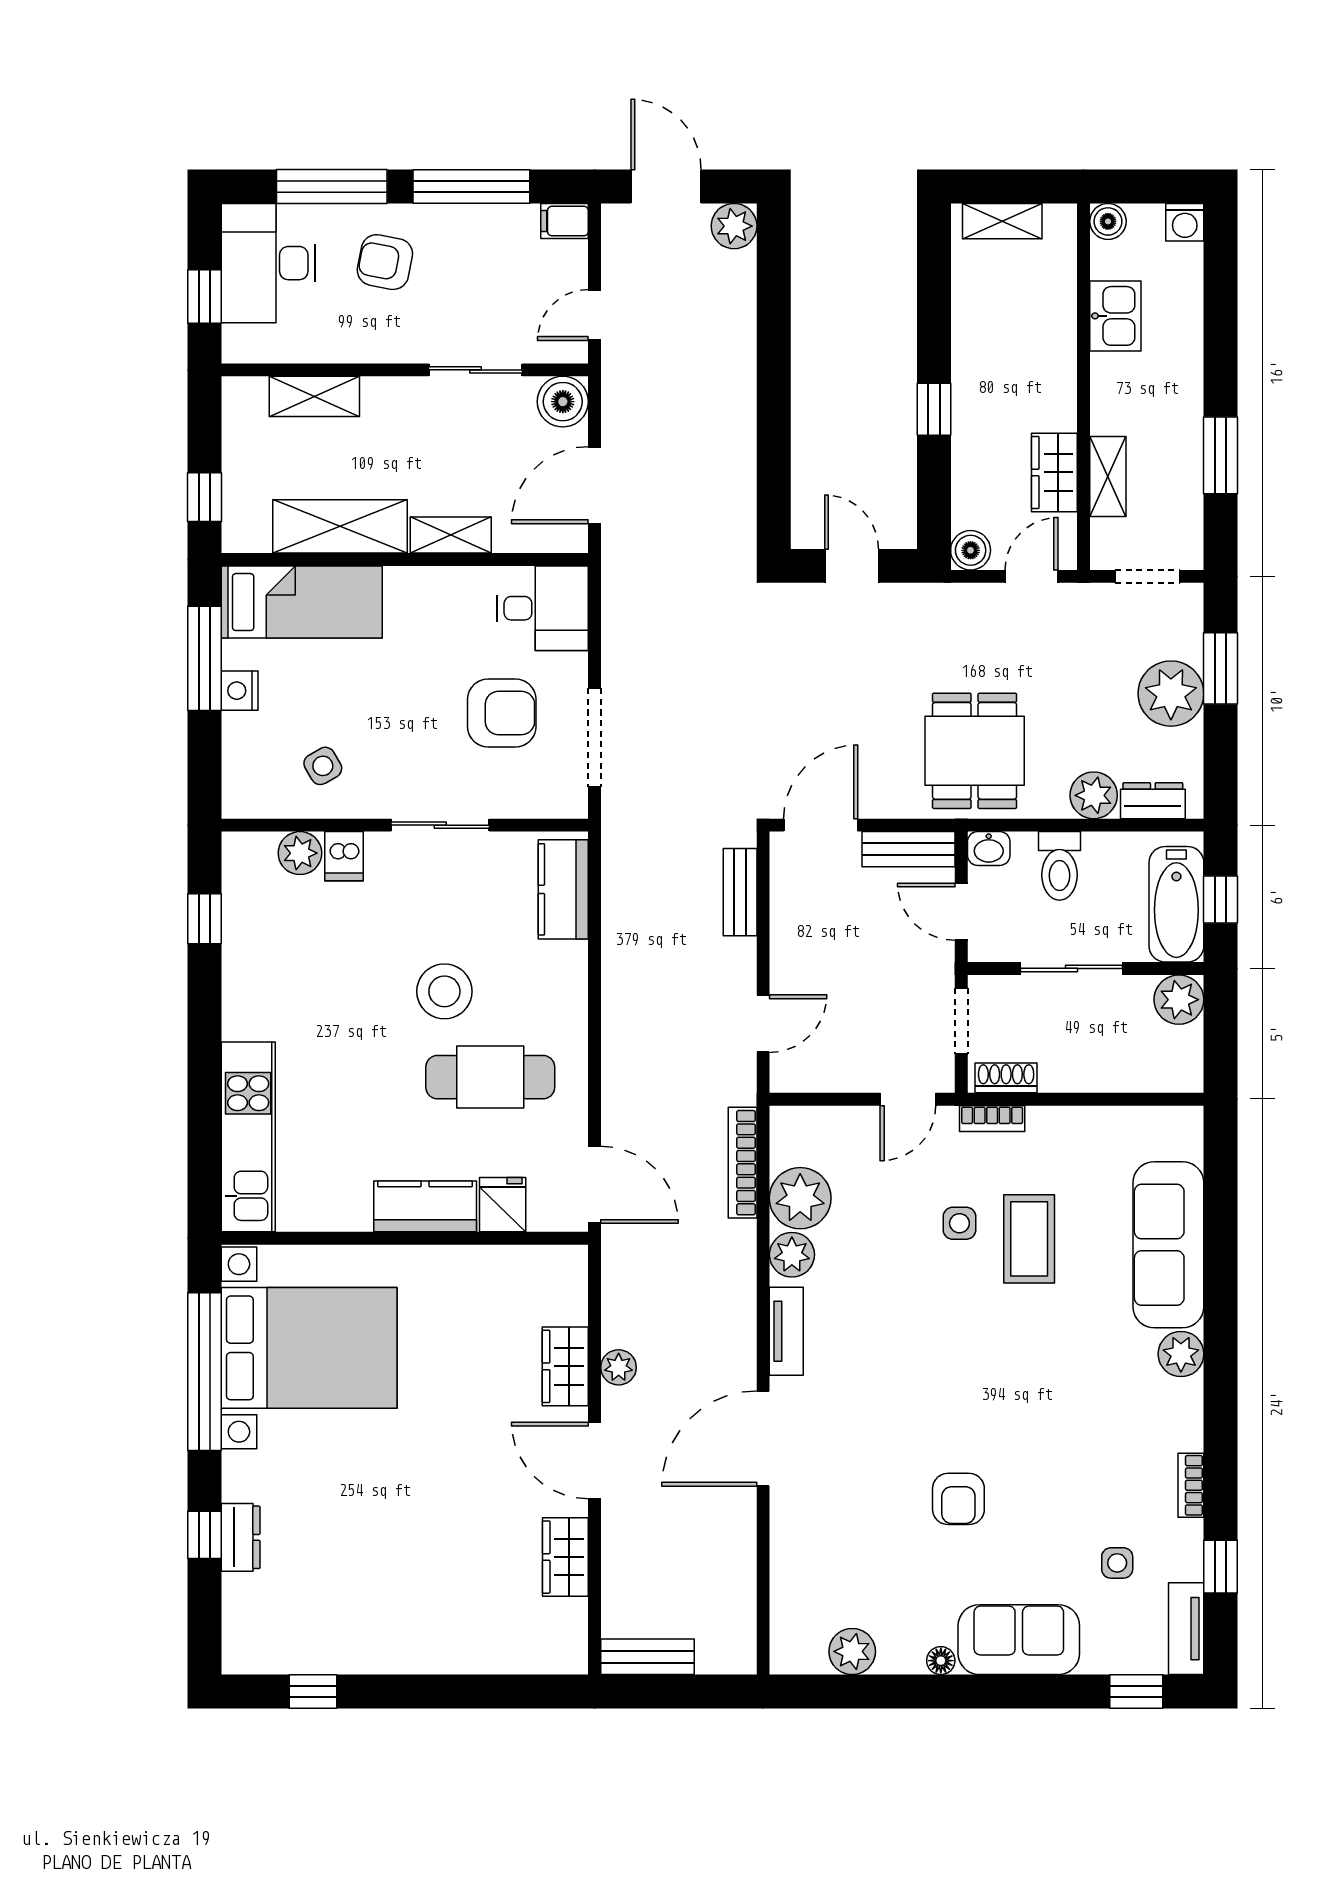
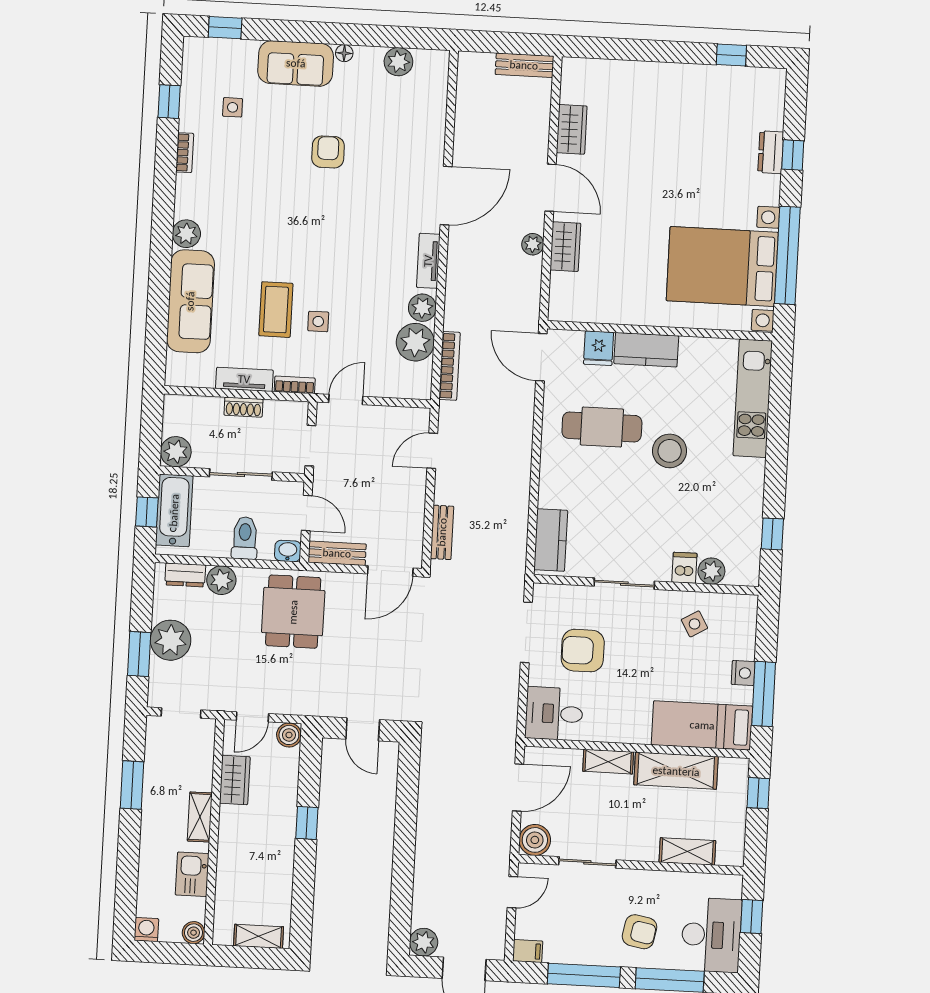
shelving: (1108, 477) -> (200, 817), moved
stool: (444, 991) -> (670, 451), moved
shoe rack: (1006, 1078) -> (243, 407), moved
tv unit: (1186, 1629) -> (244, 379), moved, turned -90

